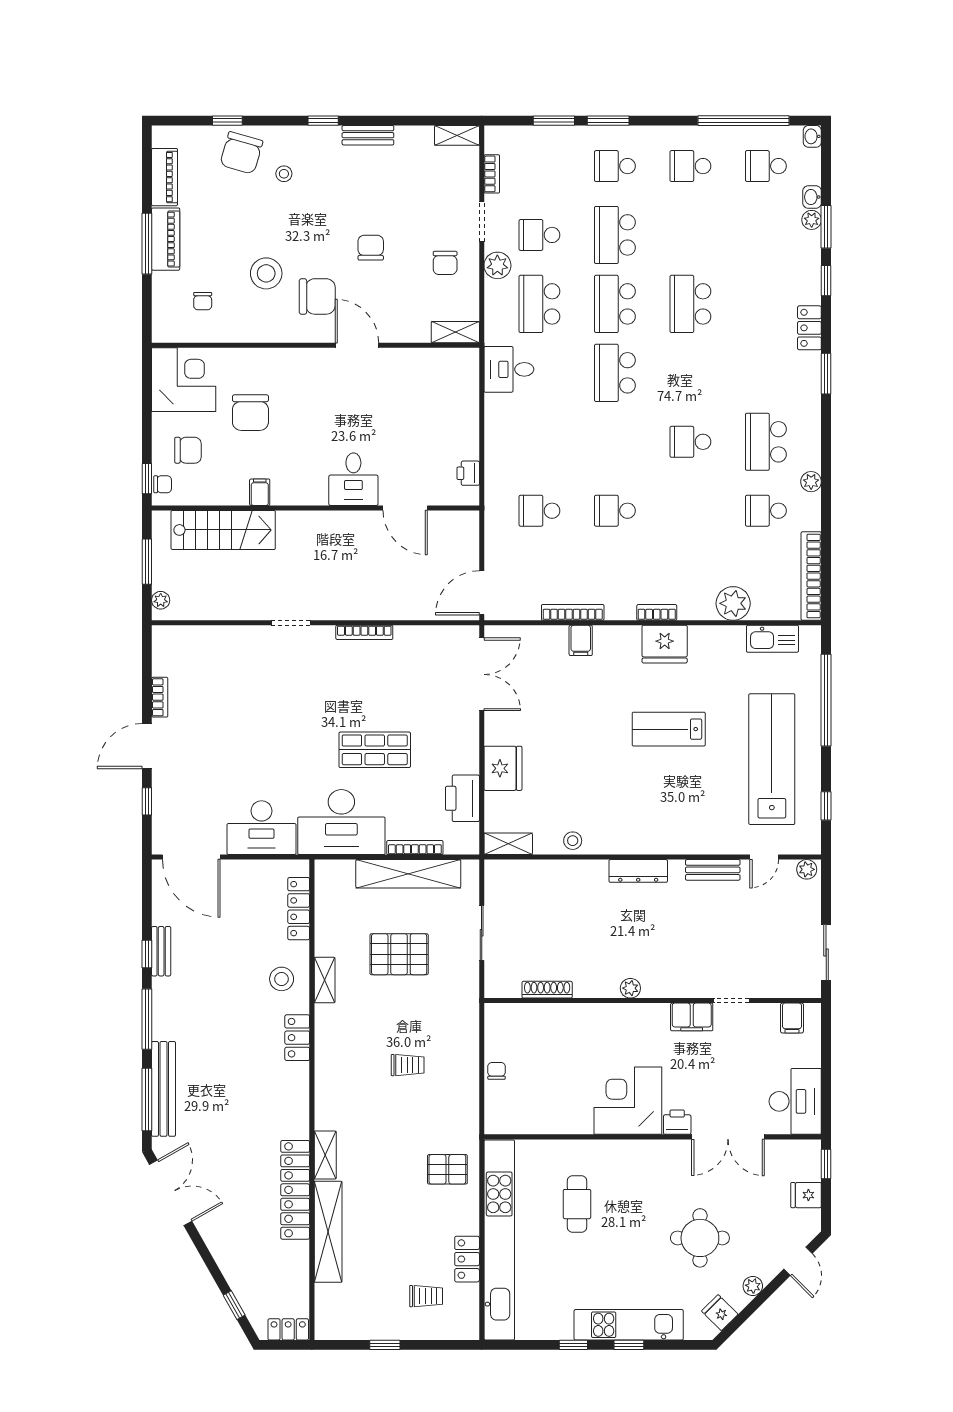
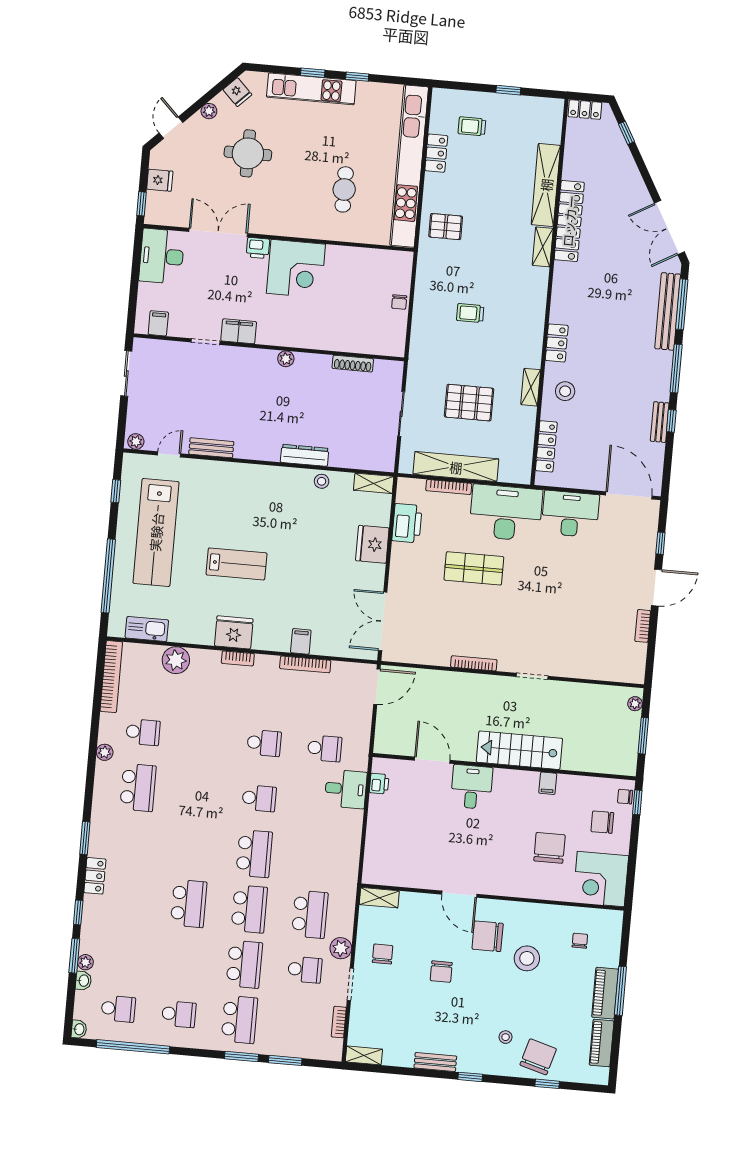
school desk: (615, 166) -> (239, 1020), width x1.85
desk: (509, 369) -> (346, 789), moved
school desk: (690, 442) -> (259, 798), moved
stairs: (223, 530) -> (519, 750), moved
dresser: (638, 871) -> (305, 455), moved

